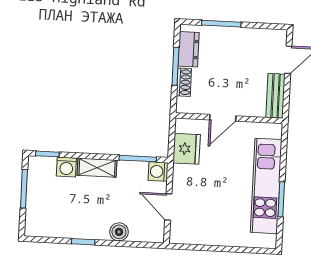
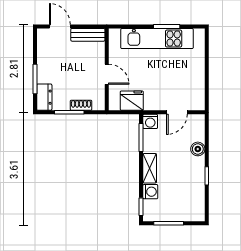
dresser: (189, 49) -> (44, 97), moved, turned 90

